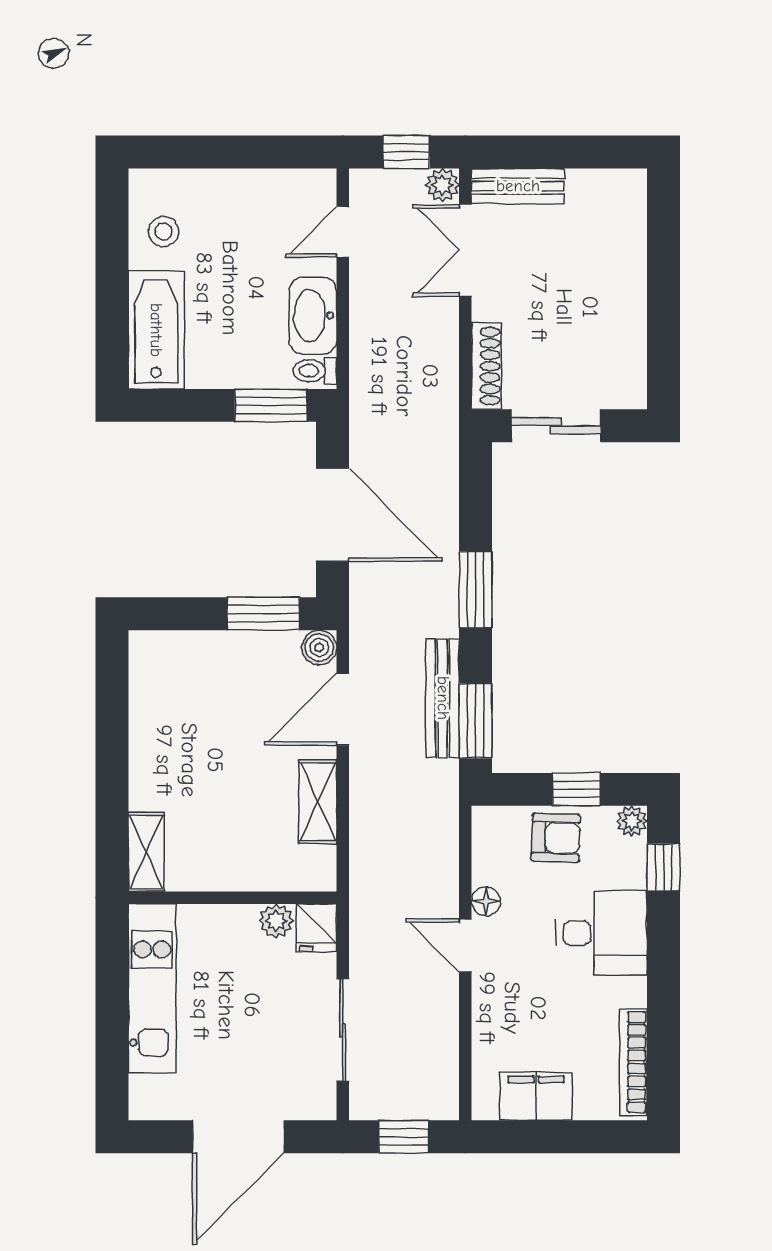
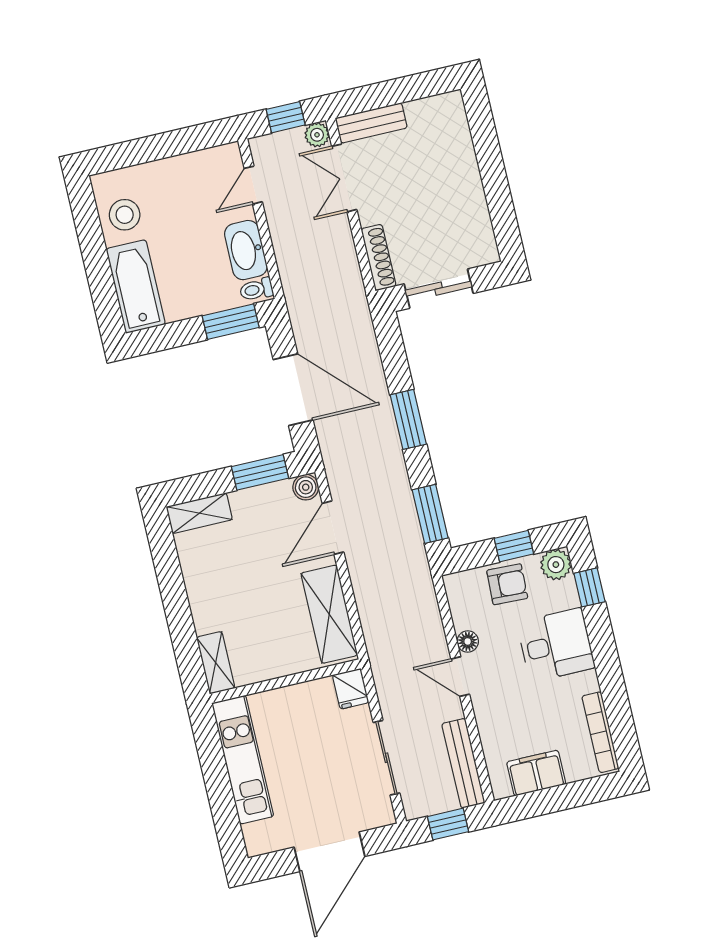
stool: (164, 232) -> (125, 215), width x1.37, depth x1.37
shelving: (170, 649) -> (199, 513), added
bench: (443, 698) -> (463, 763), moved
shelving: (318, 802) -> (329, 614), width x1.50, depth x1.33
plant: (632, 821) -> (556, 565), width x1.38, depth x1.38
plant: (276, 921) -> (320, 691), removed

